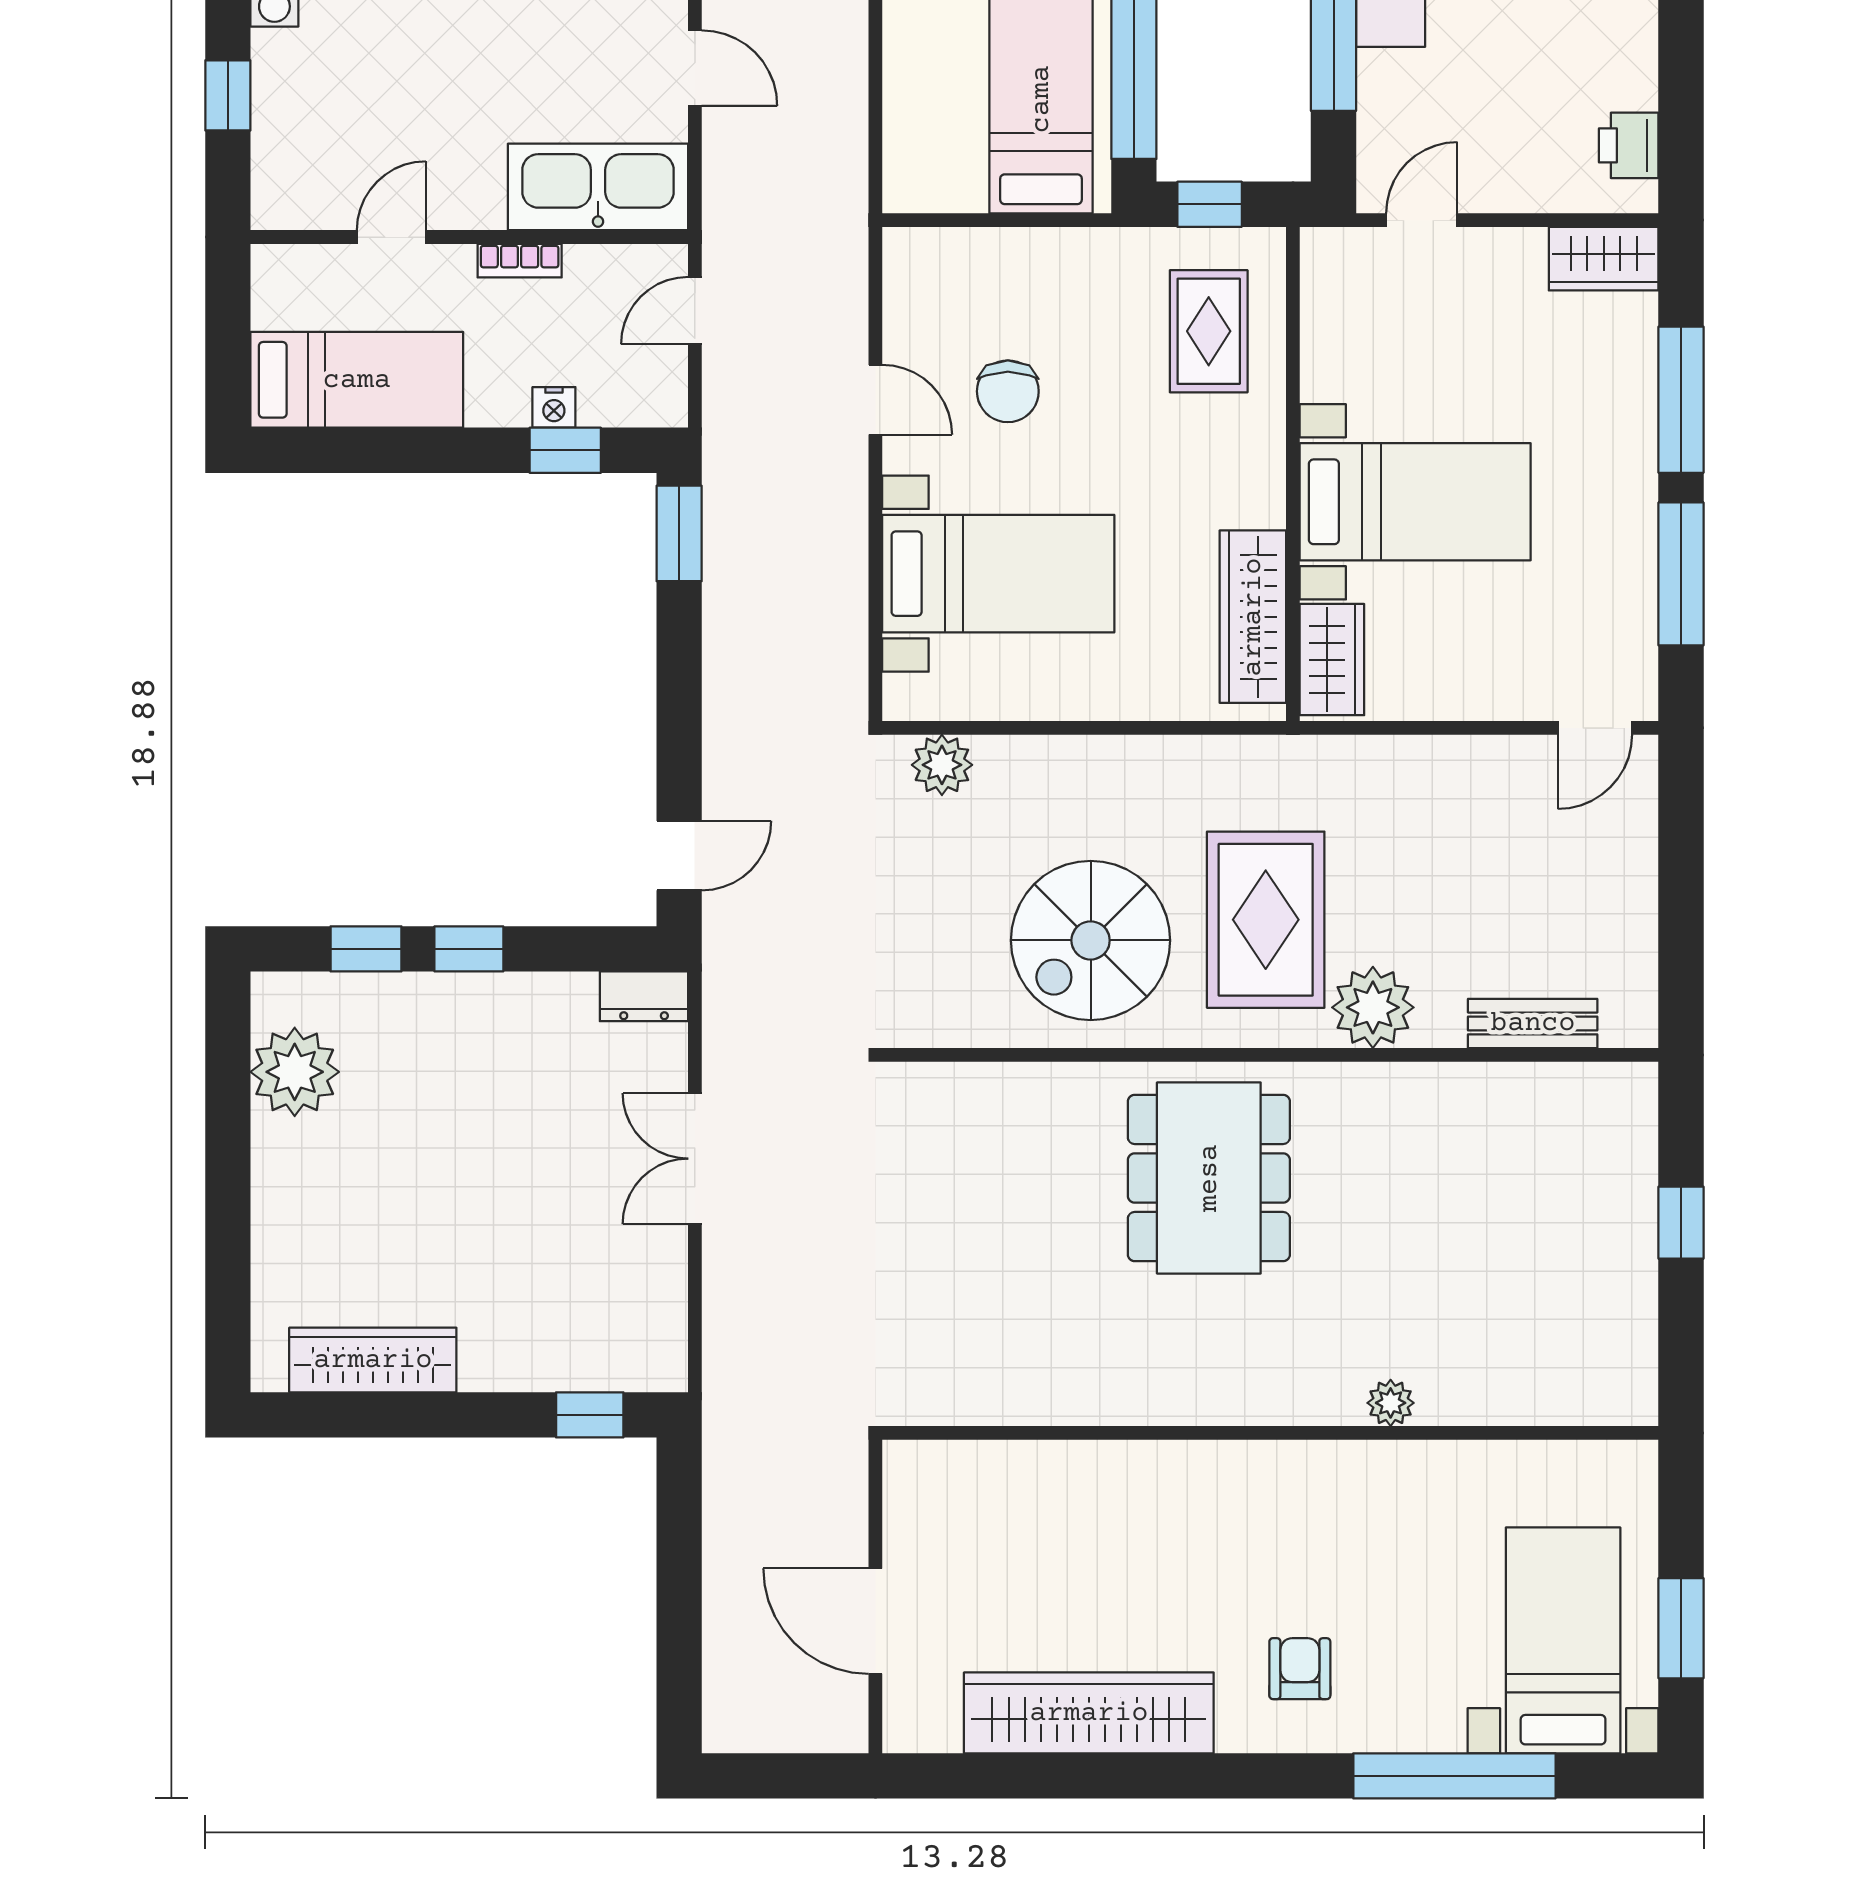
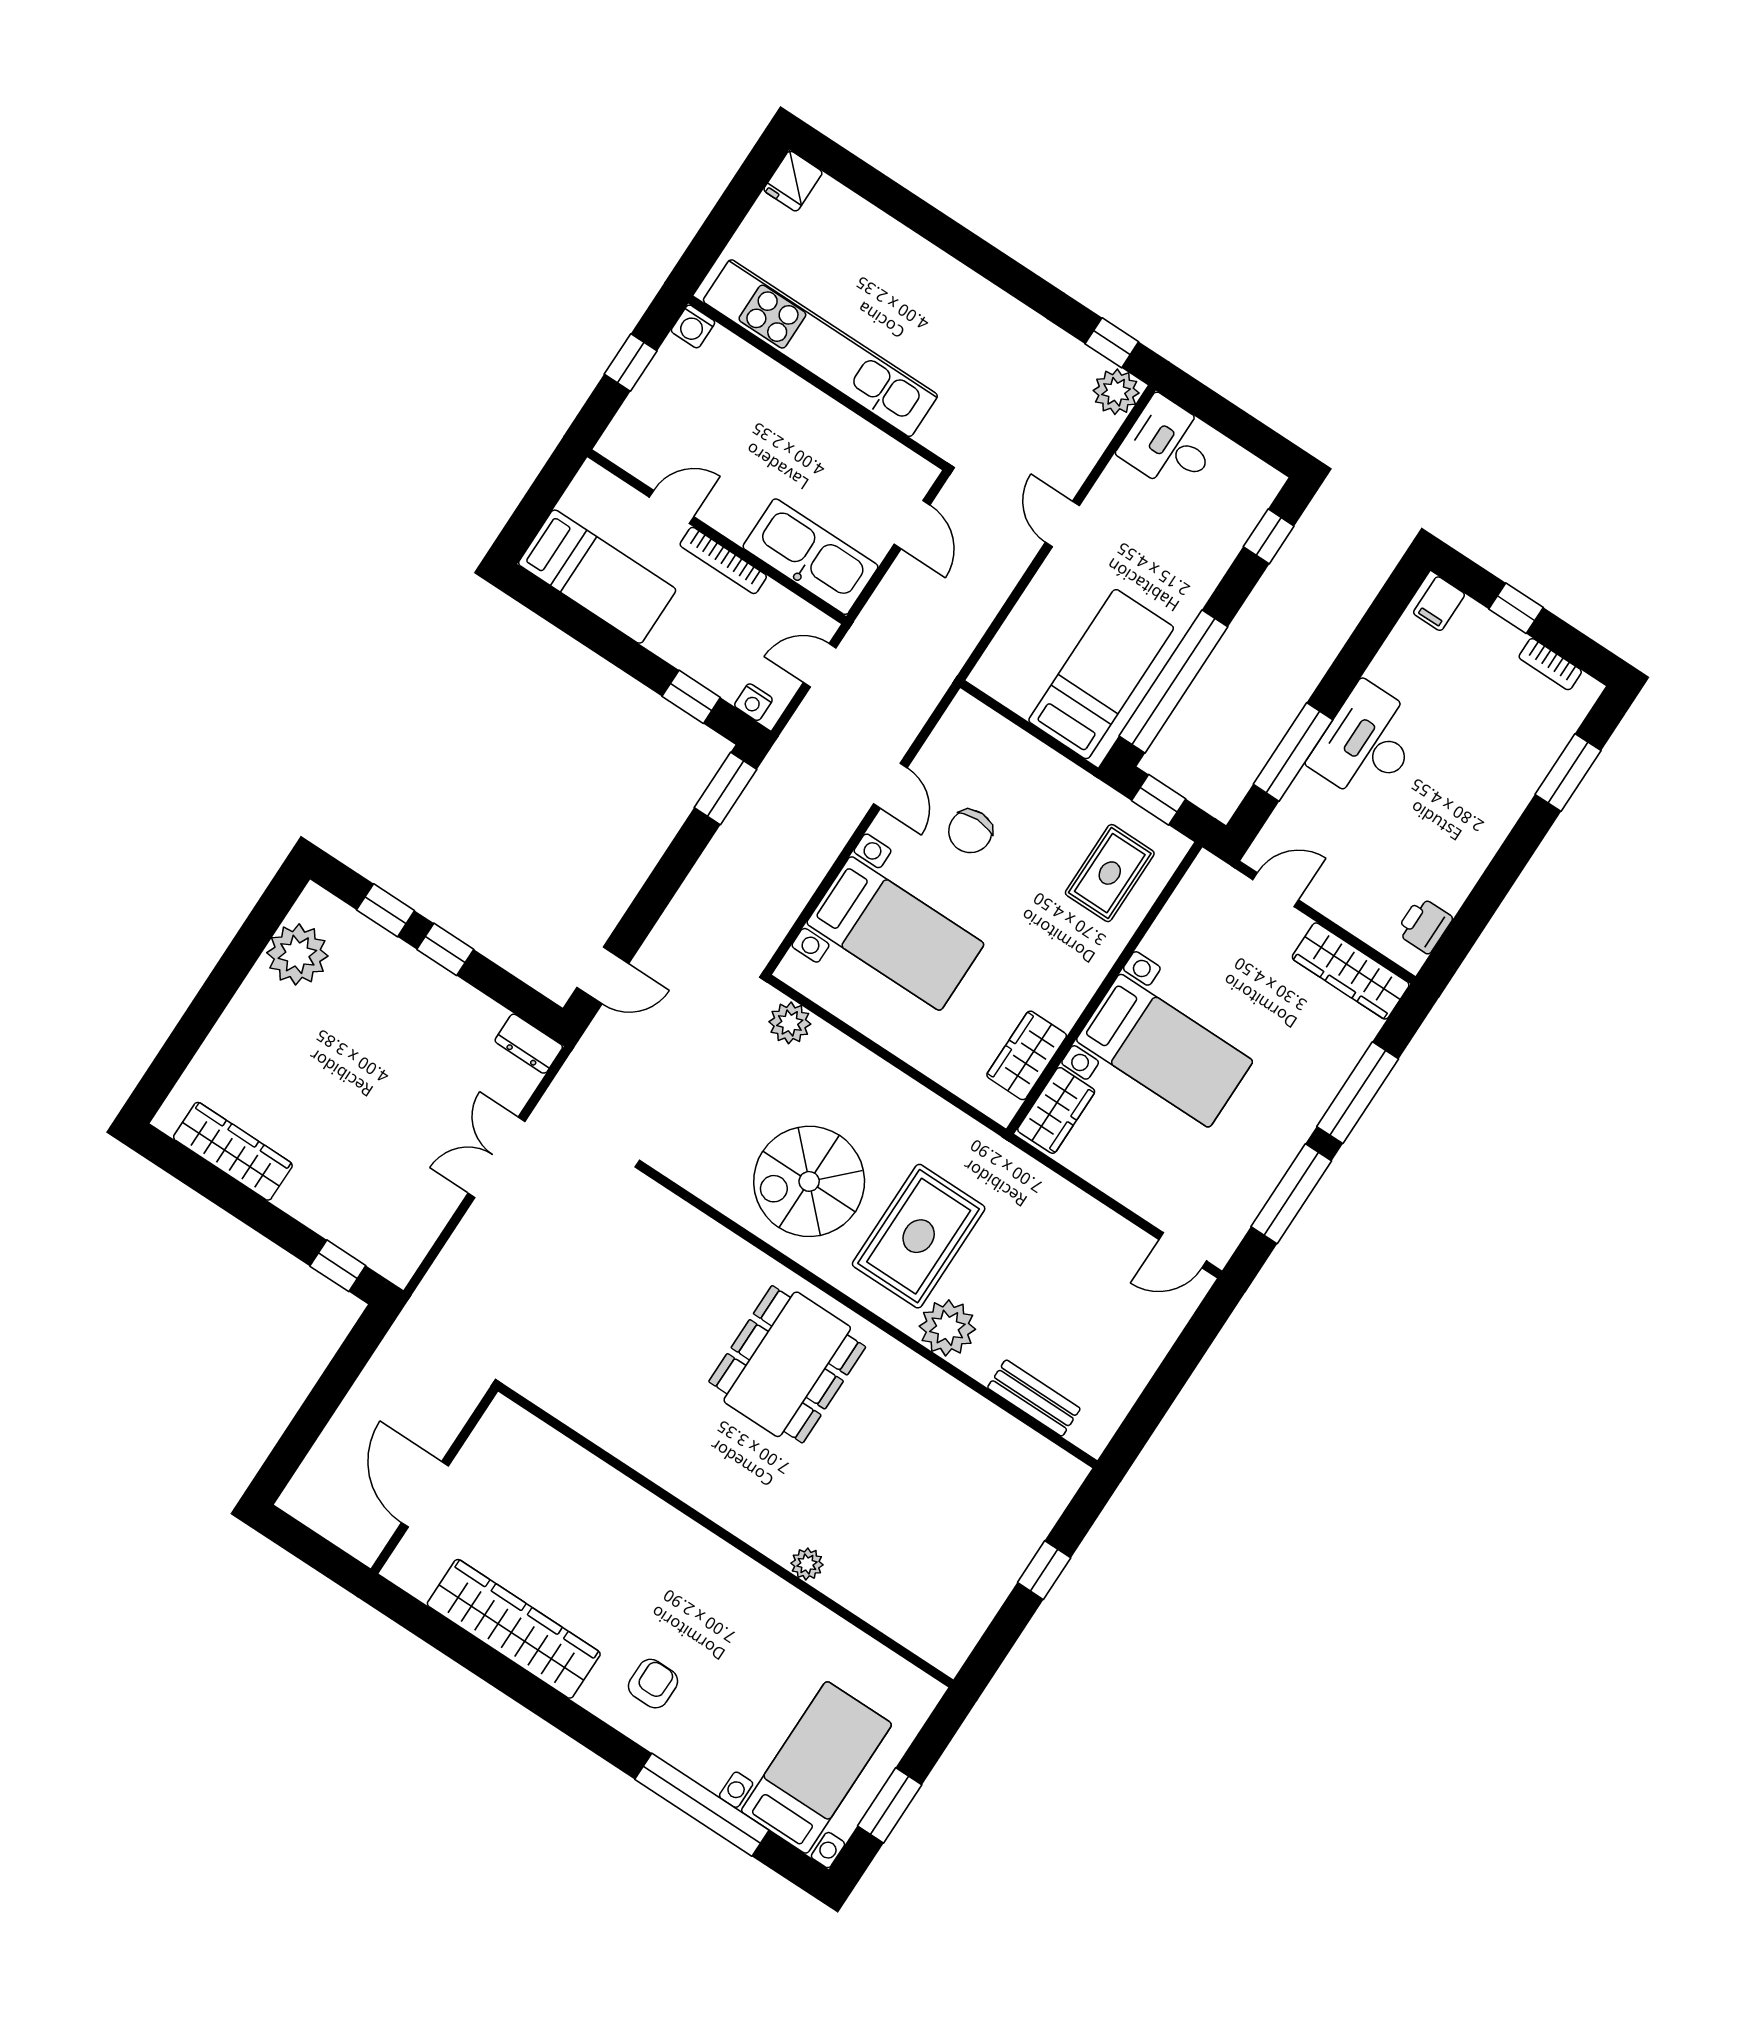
wardrobe: (1604, 259) -> (1351, 971), width x1.50
bookcase: (520, 261) -> (723, 560), width x1.56
nightstand: (554, 407) -> (753, 702), moved
wardrobe: (1253, 617) -> (1027, 1055), width x0.67

